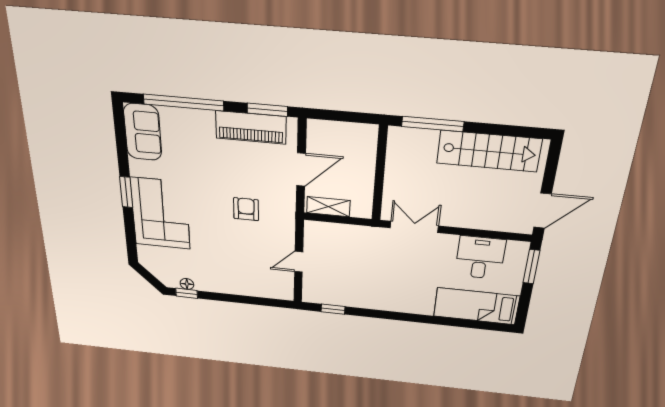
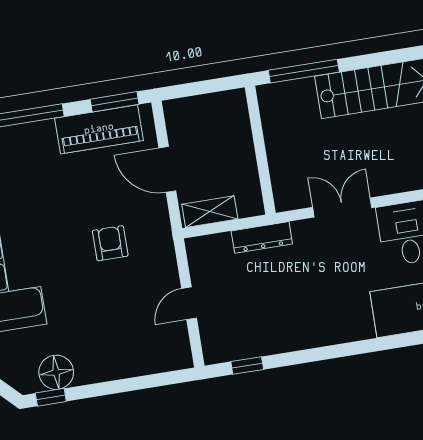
door: (301, 170) -> (167, 169), swing flipped
double door: (414, 227) -> (342, 208), moved
dresser: (365, 233) -> (262, 237), added
floor lamp: (187, 284) -> (56, 372), width x1.89, depth x1.89

